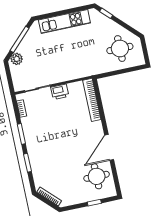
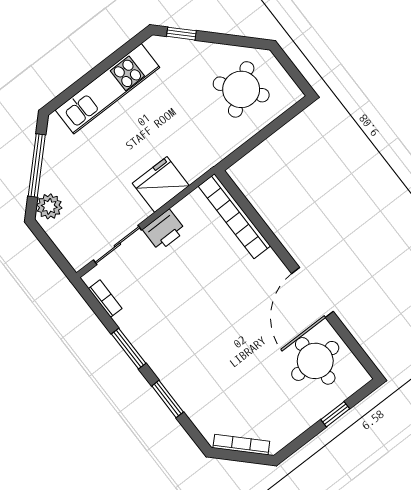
round table: (120, 49) -> (241, 89), turned -37
fridge: (67, 72) -> (161, 184), added

